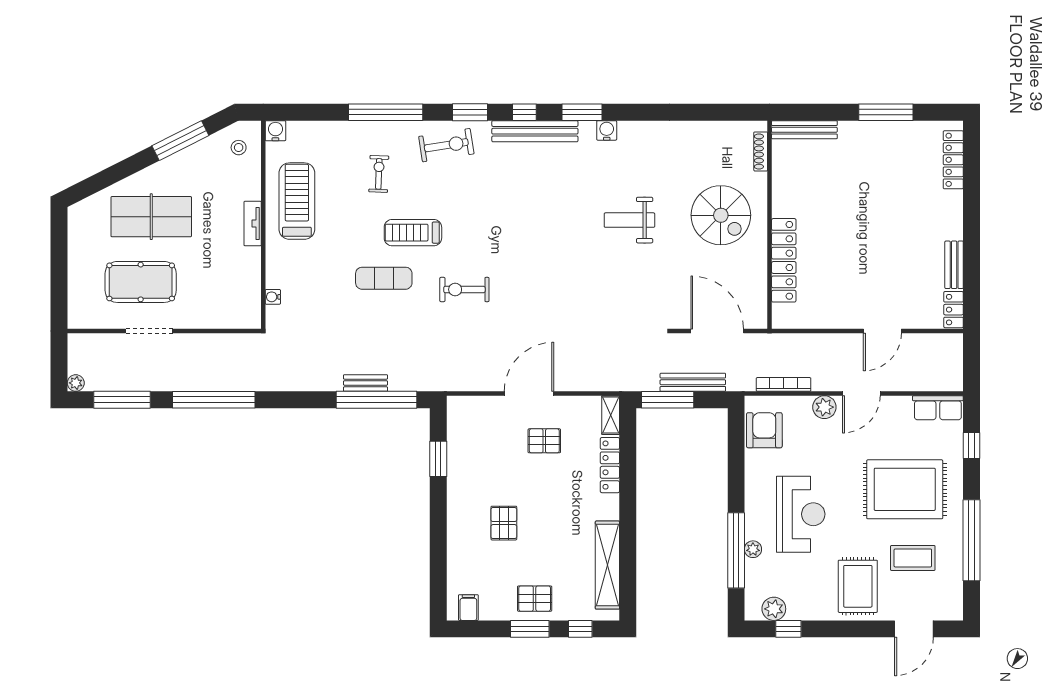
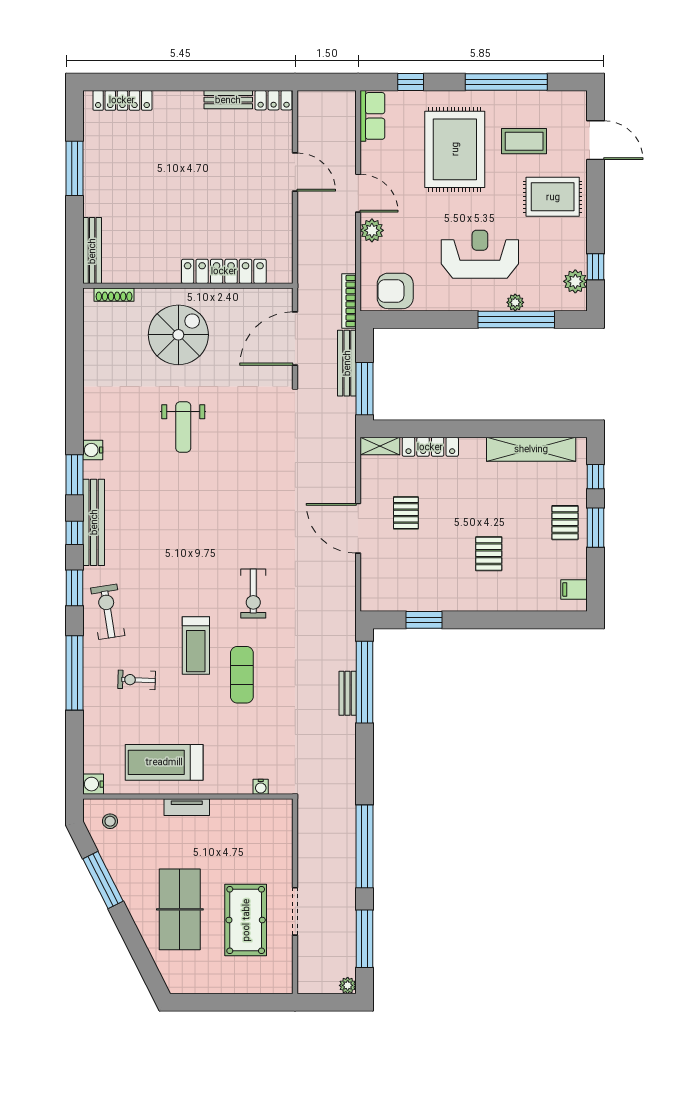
bookcase: (784, 384) -> (349, 301), moved
pallet: (504, 523) -> (489, 554), turned 90
coffee table: (913, 558) -> (524, 141), turned 90

